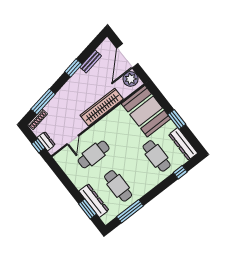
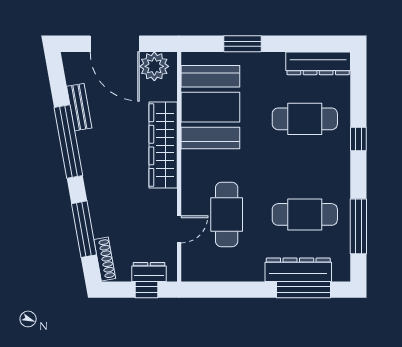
window: (73, 68) -> (68, 141), width x2.11
booth: (146, 111) -> (210, 107), moved, turned 90
window: (177, 119) -> (243, 44), moved
door: (73, 140) -> (179, 229), hinge flipped
window: (180, 172) -> (358, 139), moved
window: (87, 209) -> (304, 290), width x1.44

